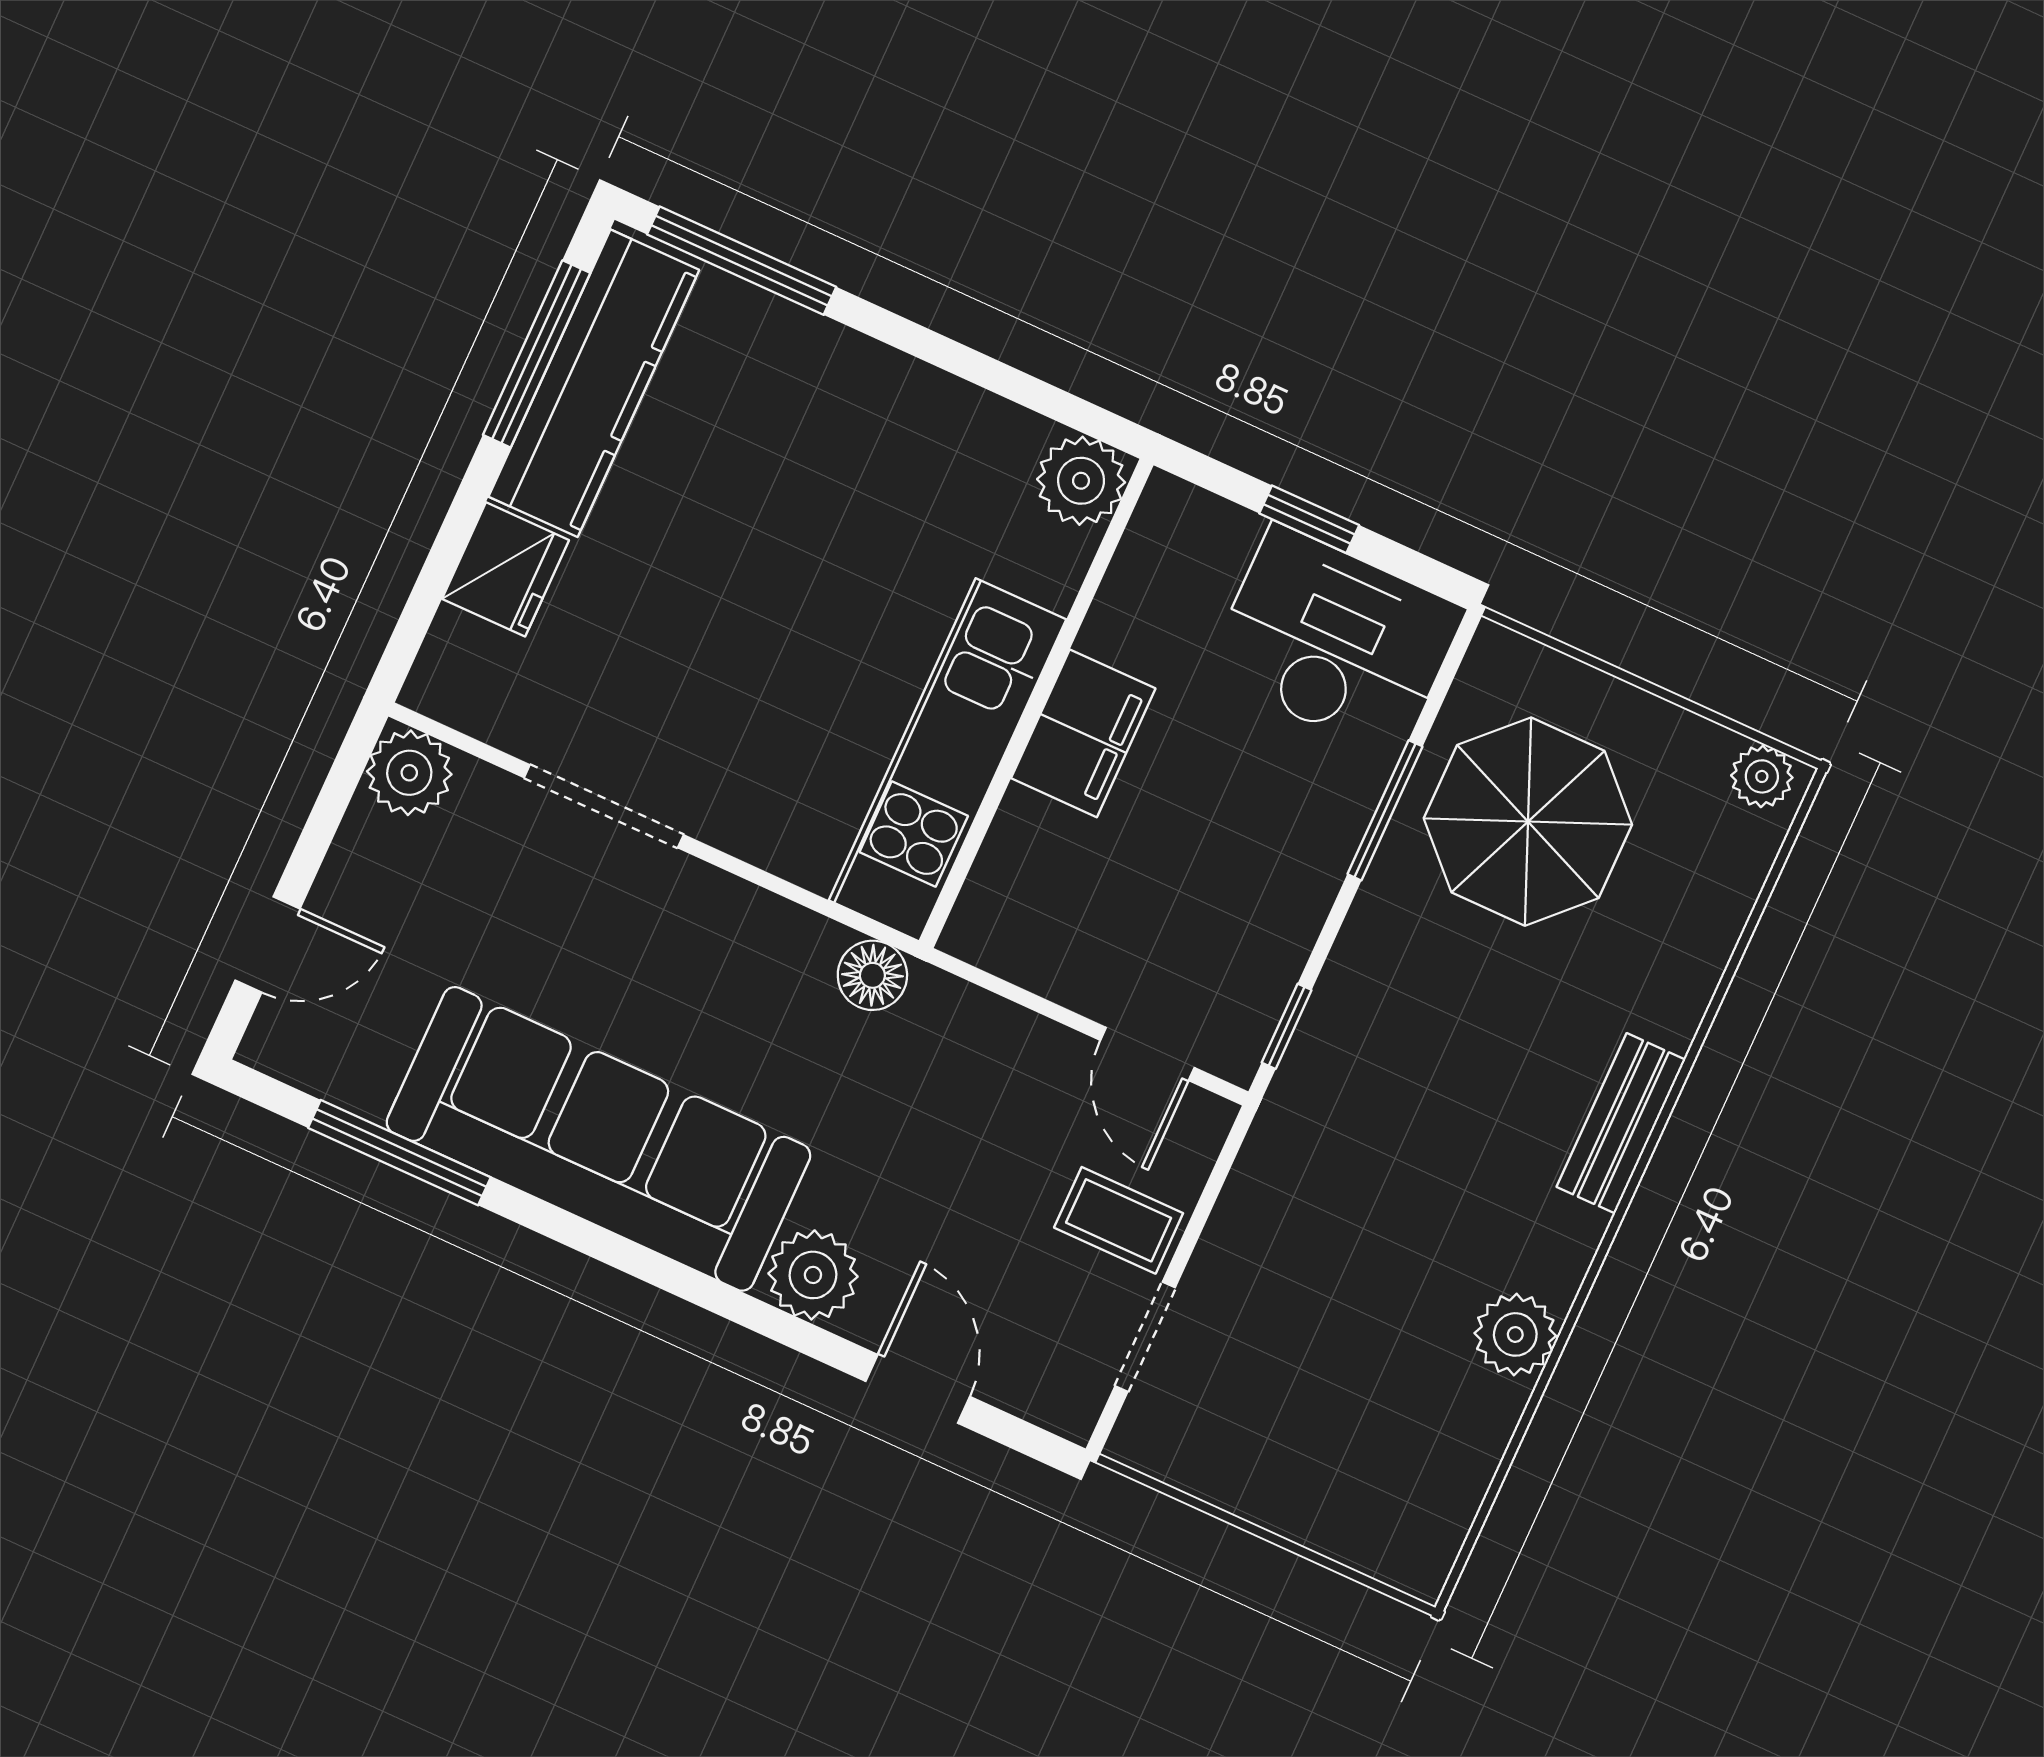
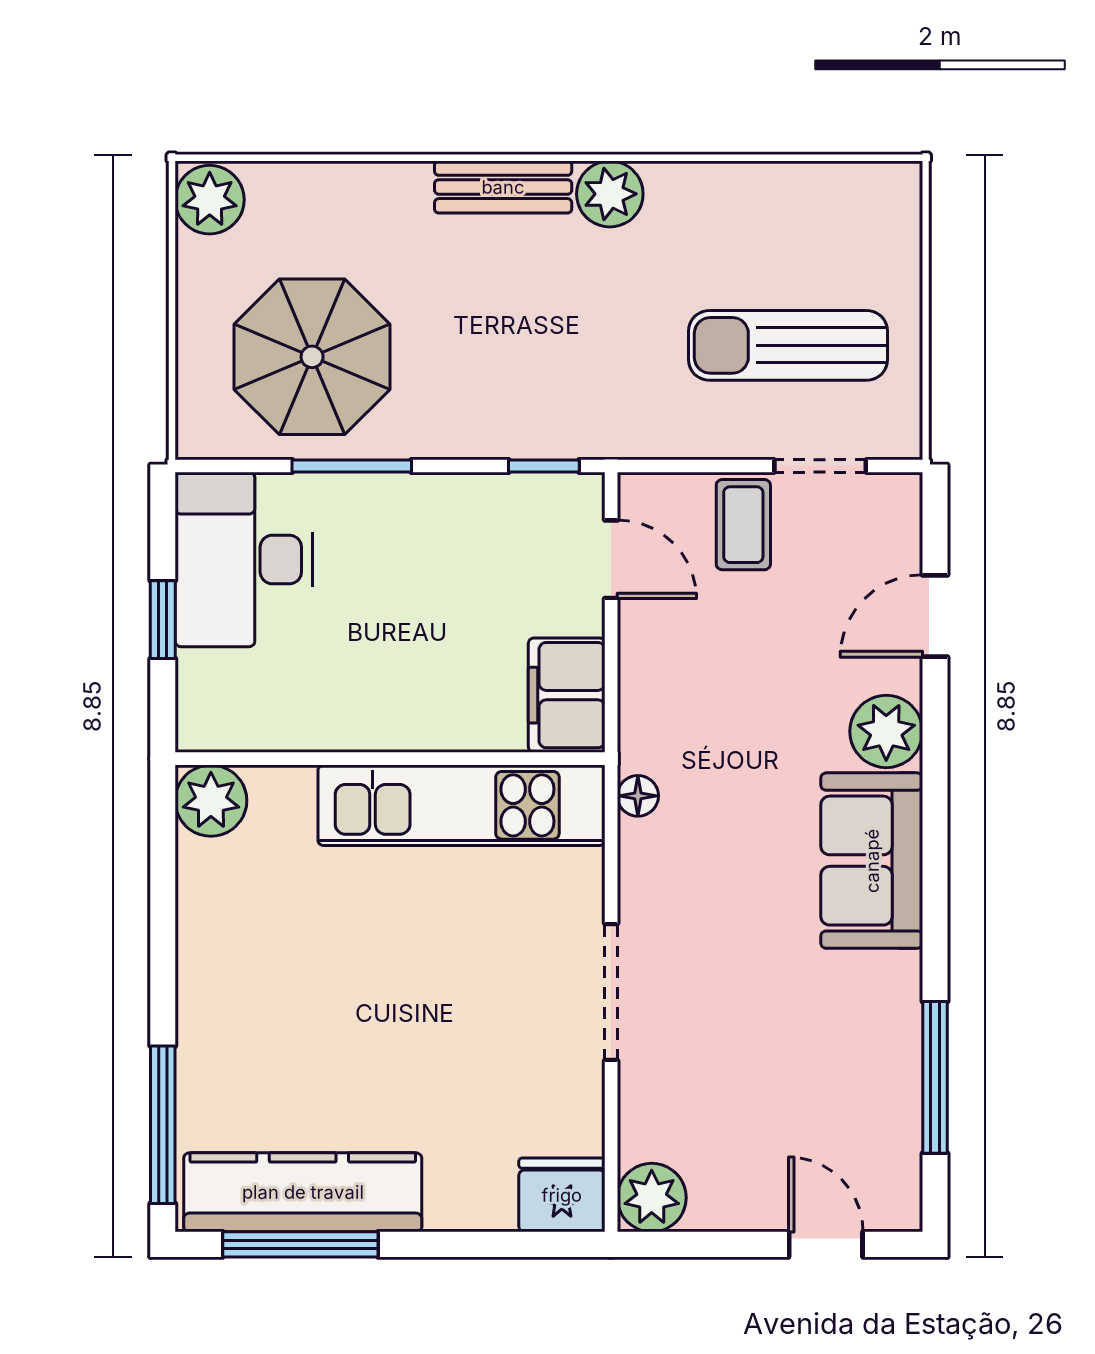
fridge: (506, 569) -> (562, 1195), moved
filing cabinet: (1083, 733) -> (567, 695), moved, turned -90
plant: (1762, 776) -> (210, 200), width x1.38, depth x1.38
doorway: (604, 806) -> (611, 992), moved
floor lamp: (872, 975) -> (638, 796), width x0.73, depth x0.73
door: (1147, 1054) -> (611, 559), hinge flipped
sofa: (598, 1139) -> (872, 861), width x0.54, depth x0.79
plant: (1515, 1334) -> (610, 194), moved
sun lounger: (1297, 1362) -> (788, 345), added

